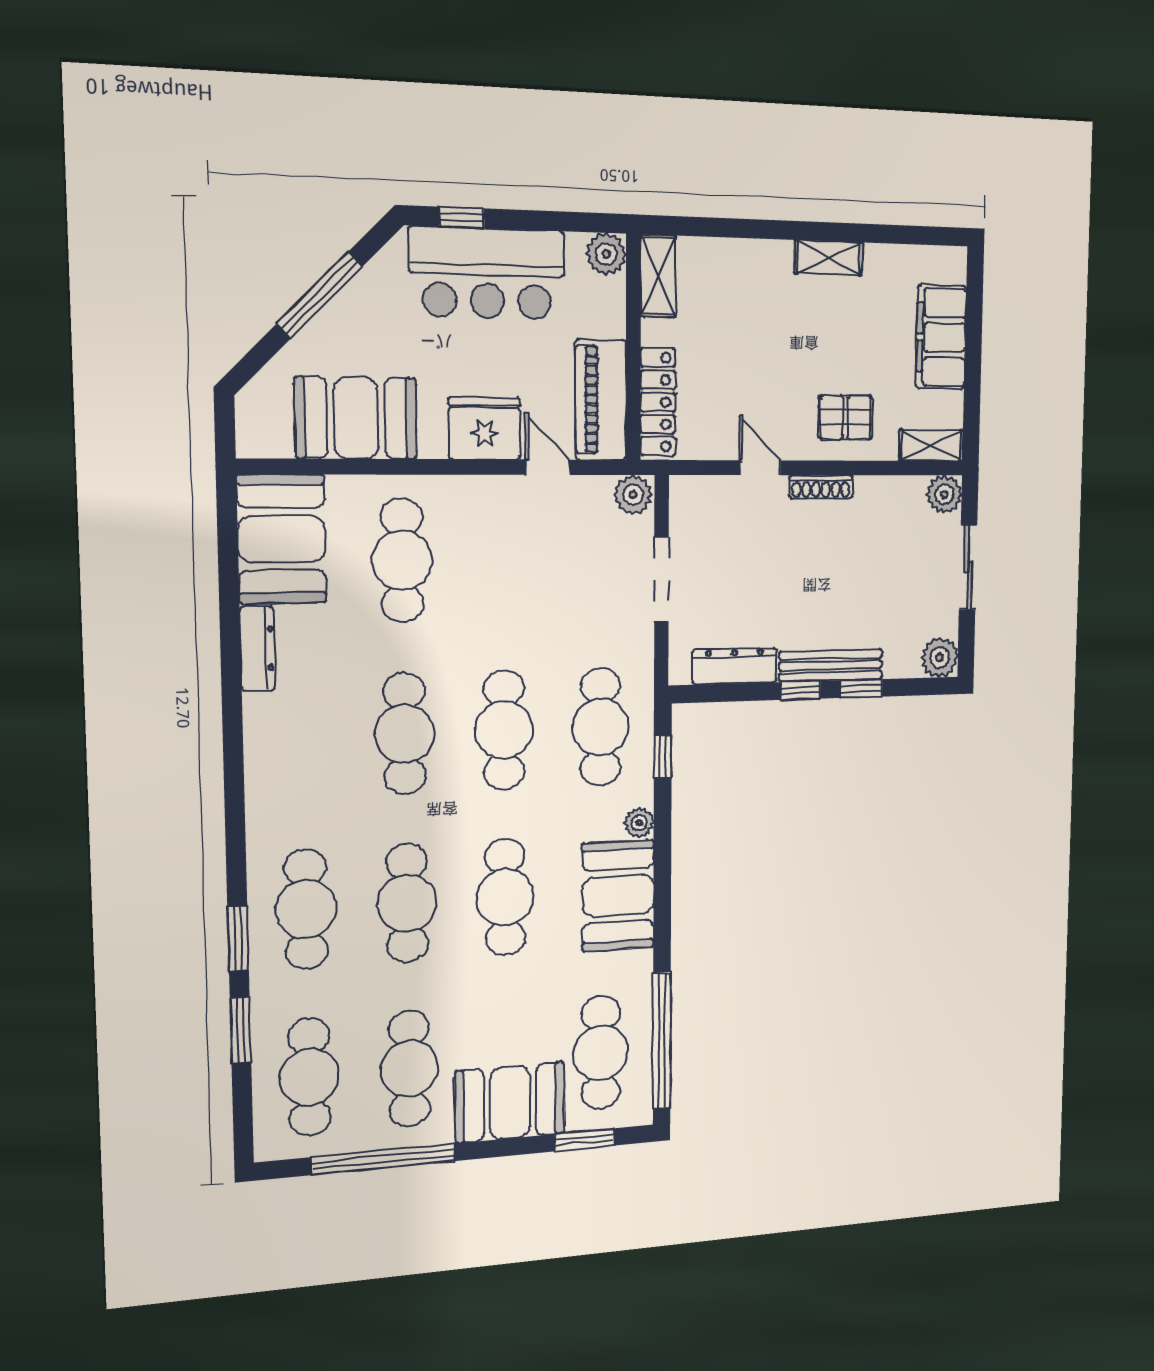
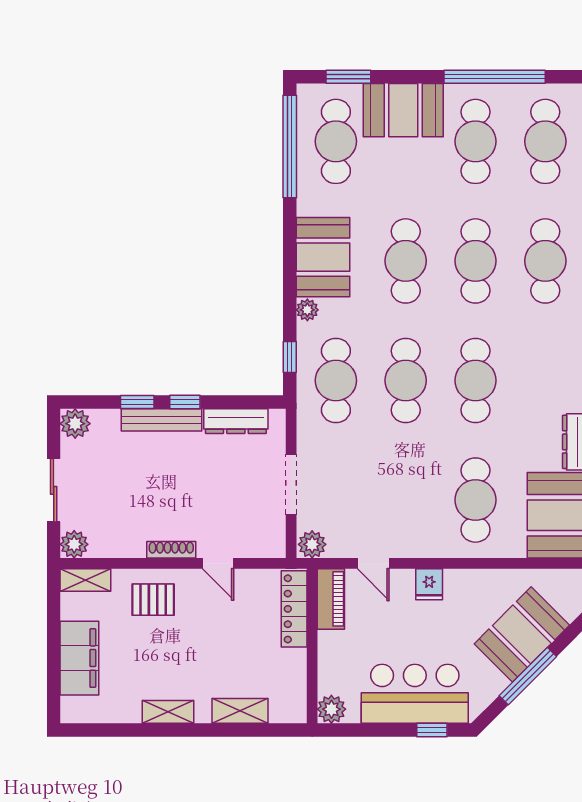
shelving: (658, 276) -> (240, 711), moved, turned 90
piano: (601, 400) -> (331, 599), width x0.73, depth x0.75
booth: (356, 418) -> (522, 634), moved, turned -45
fridge: (485, 428) -> (429, 584), width x0.53, depth x0.75

